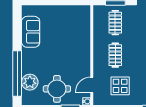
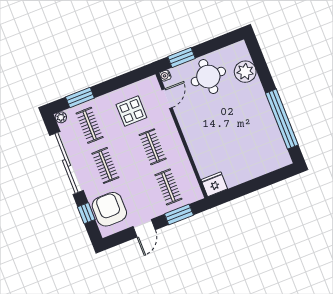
fridge: (82, 12) -> (214, 184), added
sofa: (31, 32) -> (269, 134), removed
window: (17, 74) -> (282, 119), moved

